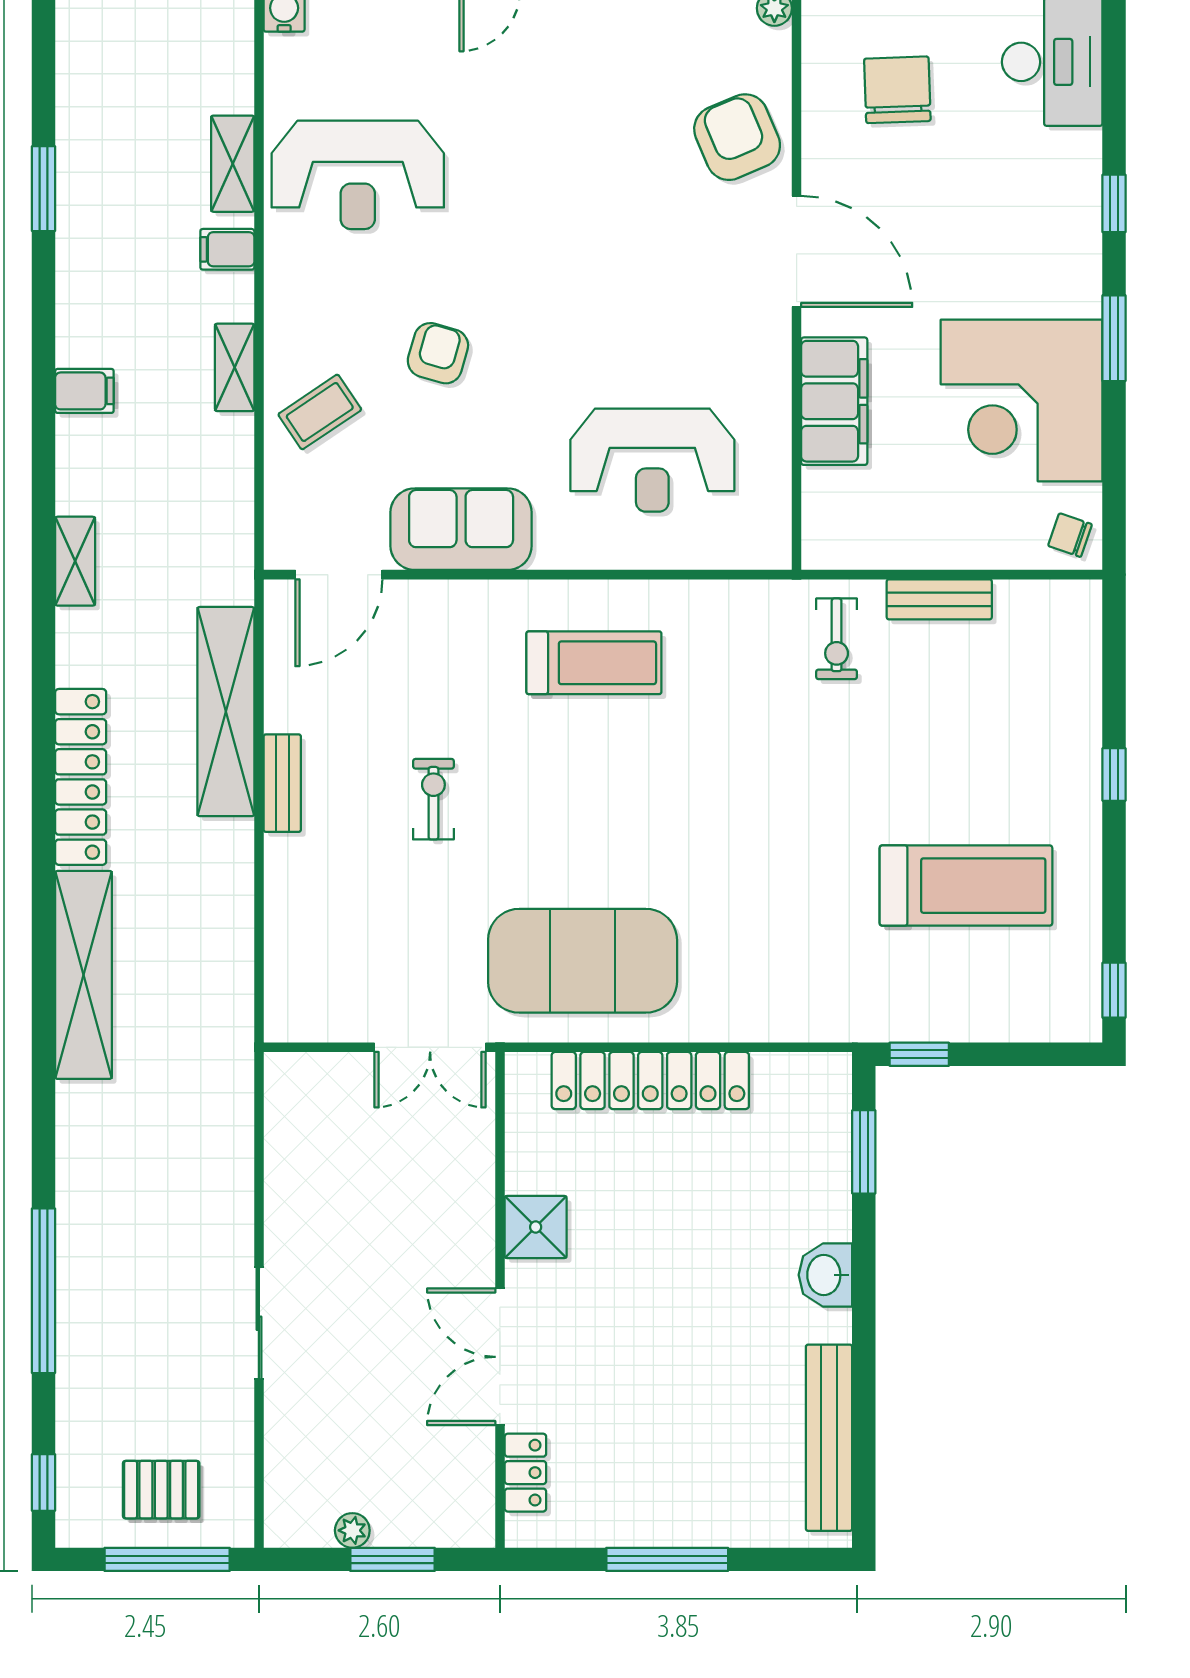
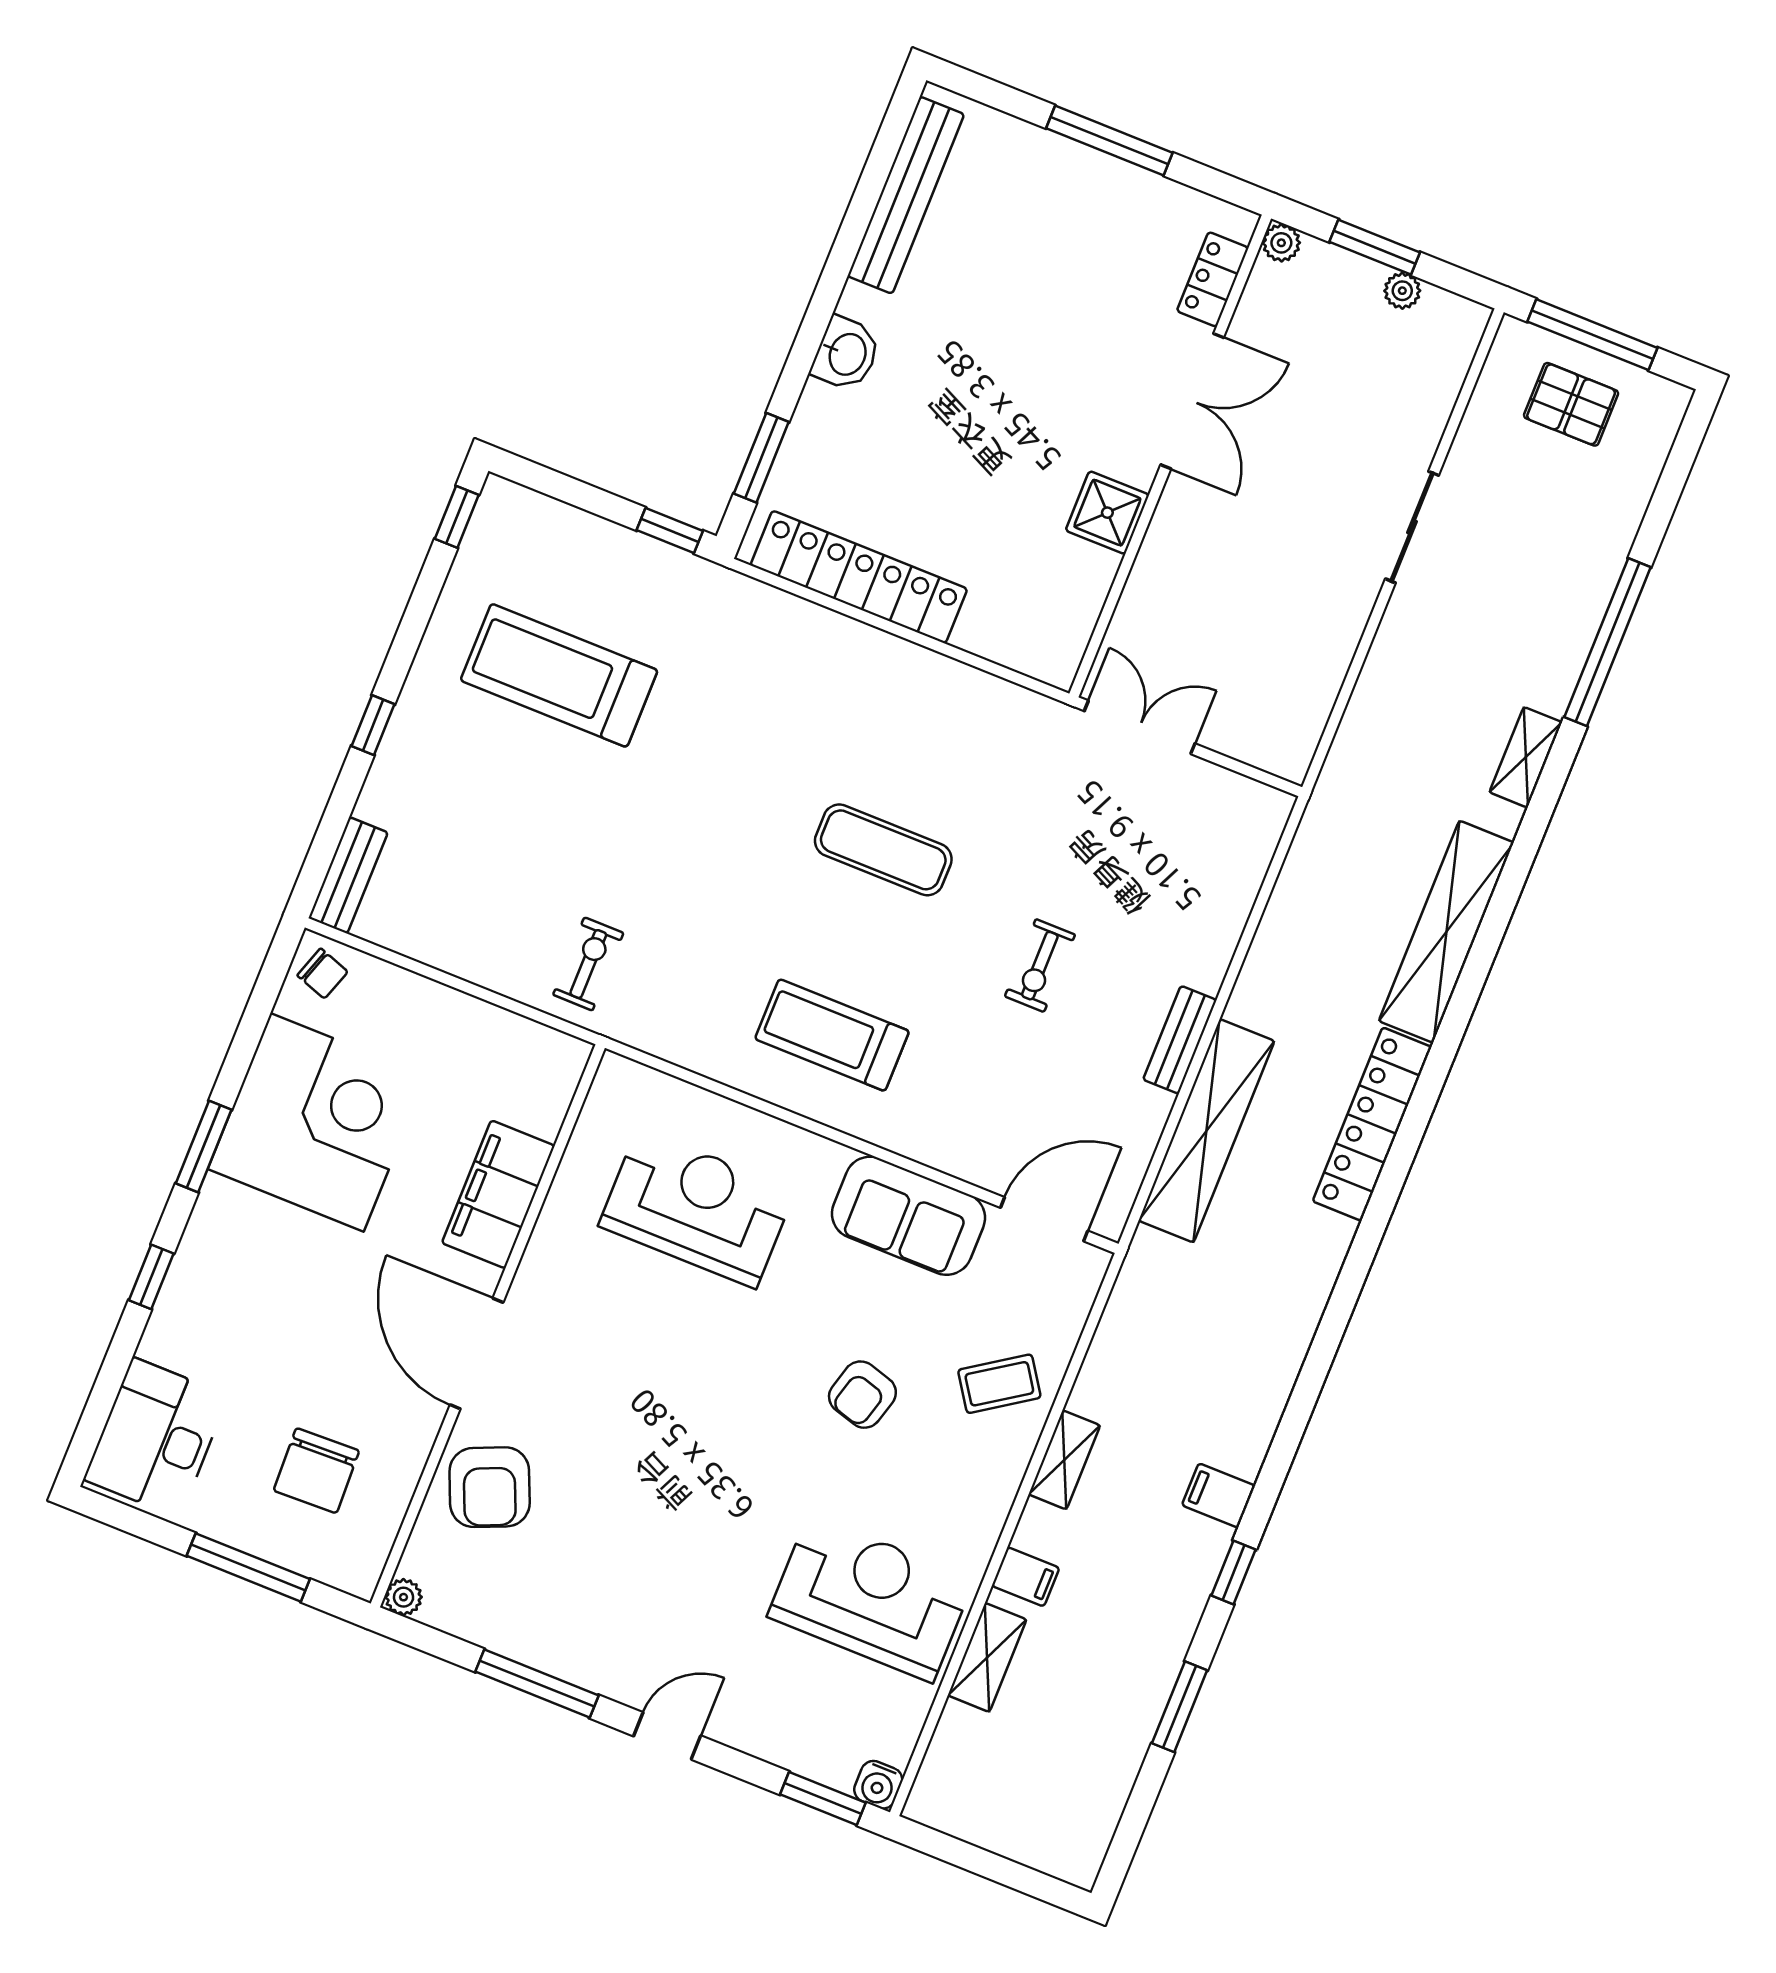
shelving: (75, 561) -> (1526, 757), moved
bench: (939, 599) -> (348, 875), moved, turned 90
exercise mat: (583, 961) -> (883, 850), moved, width x0.50, depth x0.69
locker: (650, 1081) -> (859, 577), moved
window: (43, 1482) -> (1233, 1573), moved
plant: (477, 1530) -> (1281, 243), added

